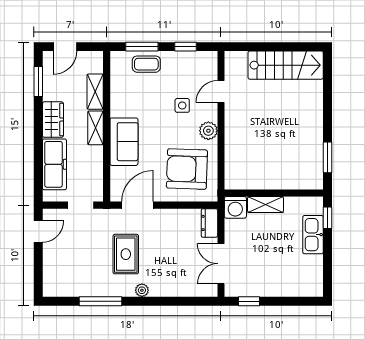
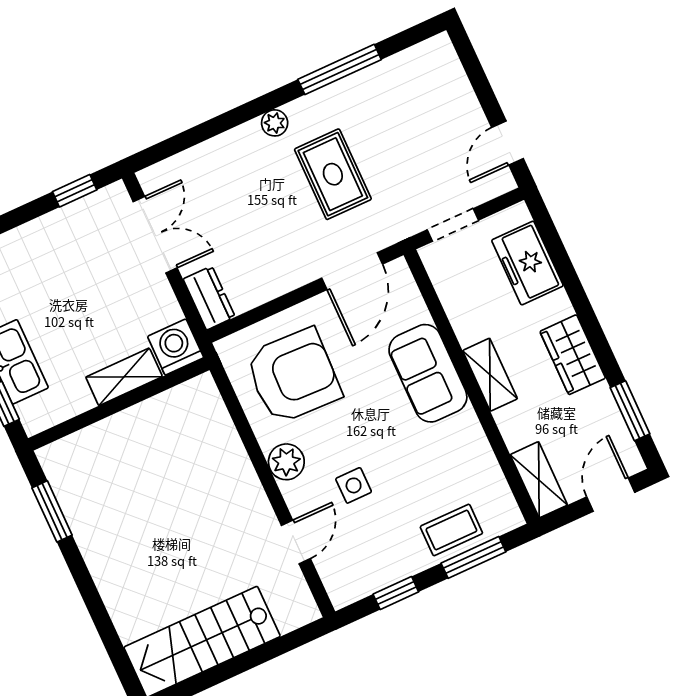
shelving: (95, 92) -> (539, 480), moved
freezer: (54, 164) -> (527, 263), width x0.71

